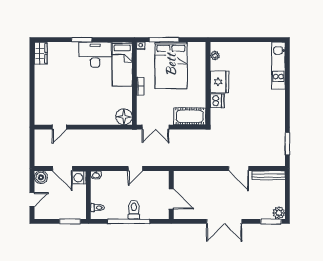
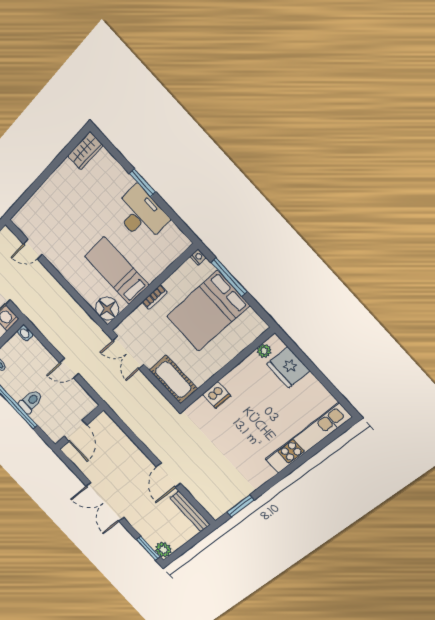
bed: (122, 64) -> (117, 271), moved, turned 90
kitchen unit: (278, 66) -> (308, 438), width x1.36
fridge: (220, 82) -> (288, 367), moved, turned 90

